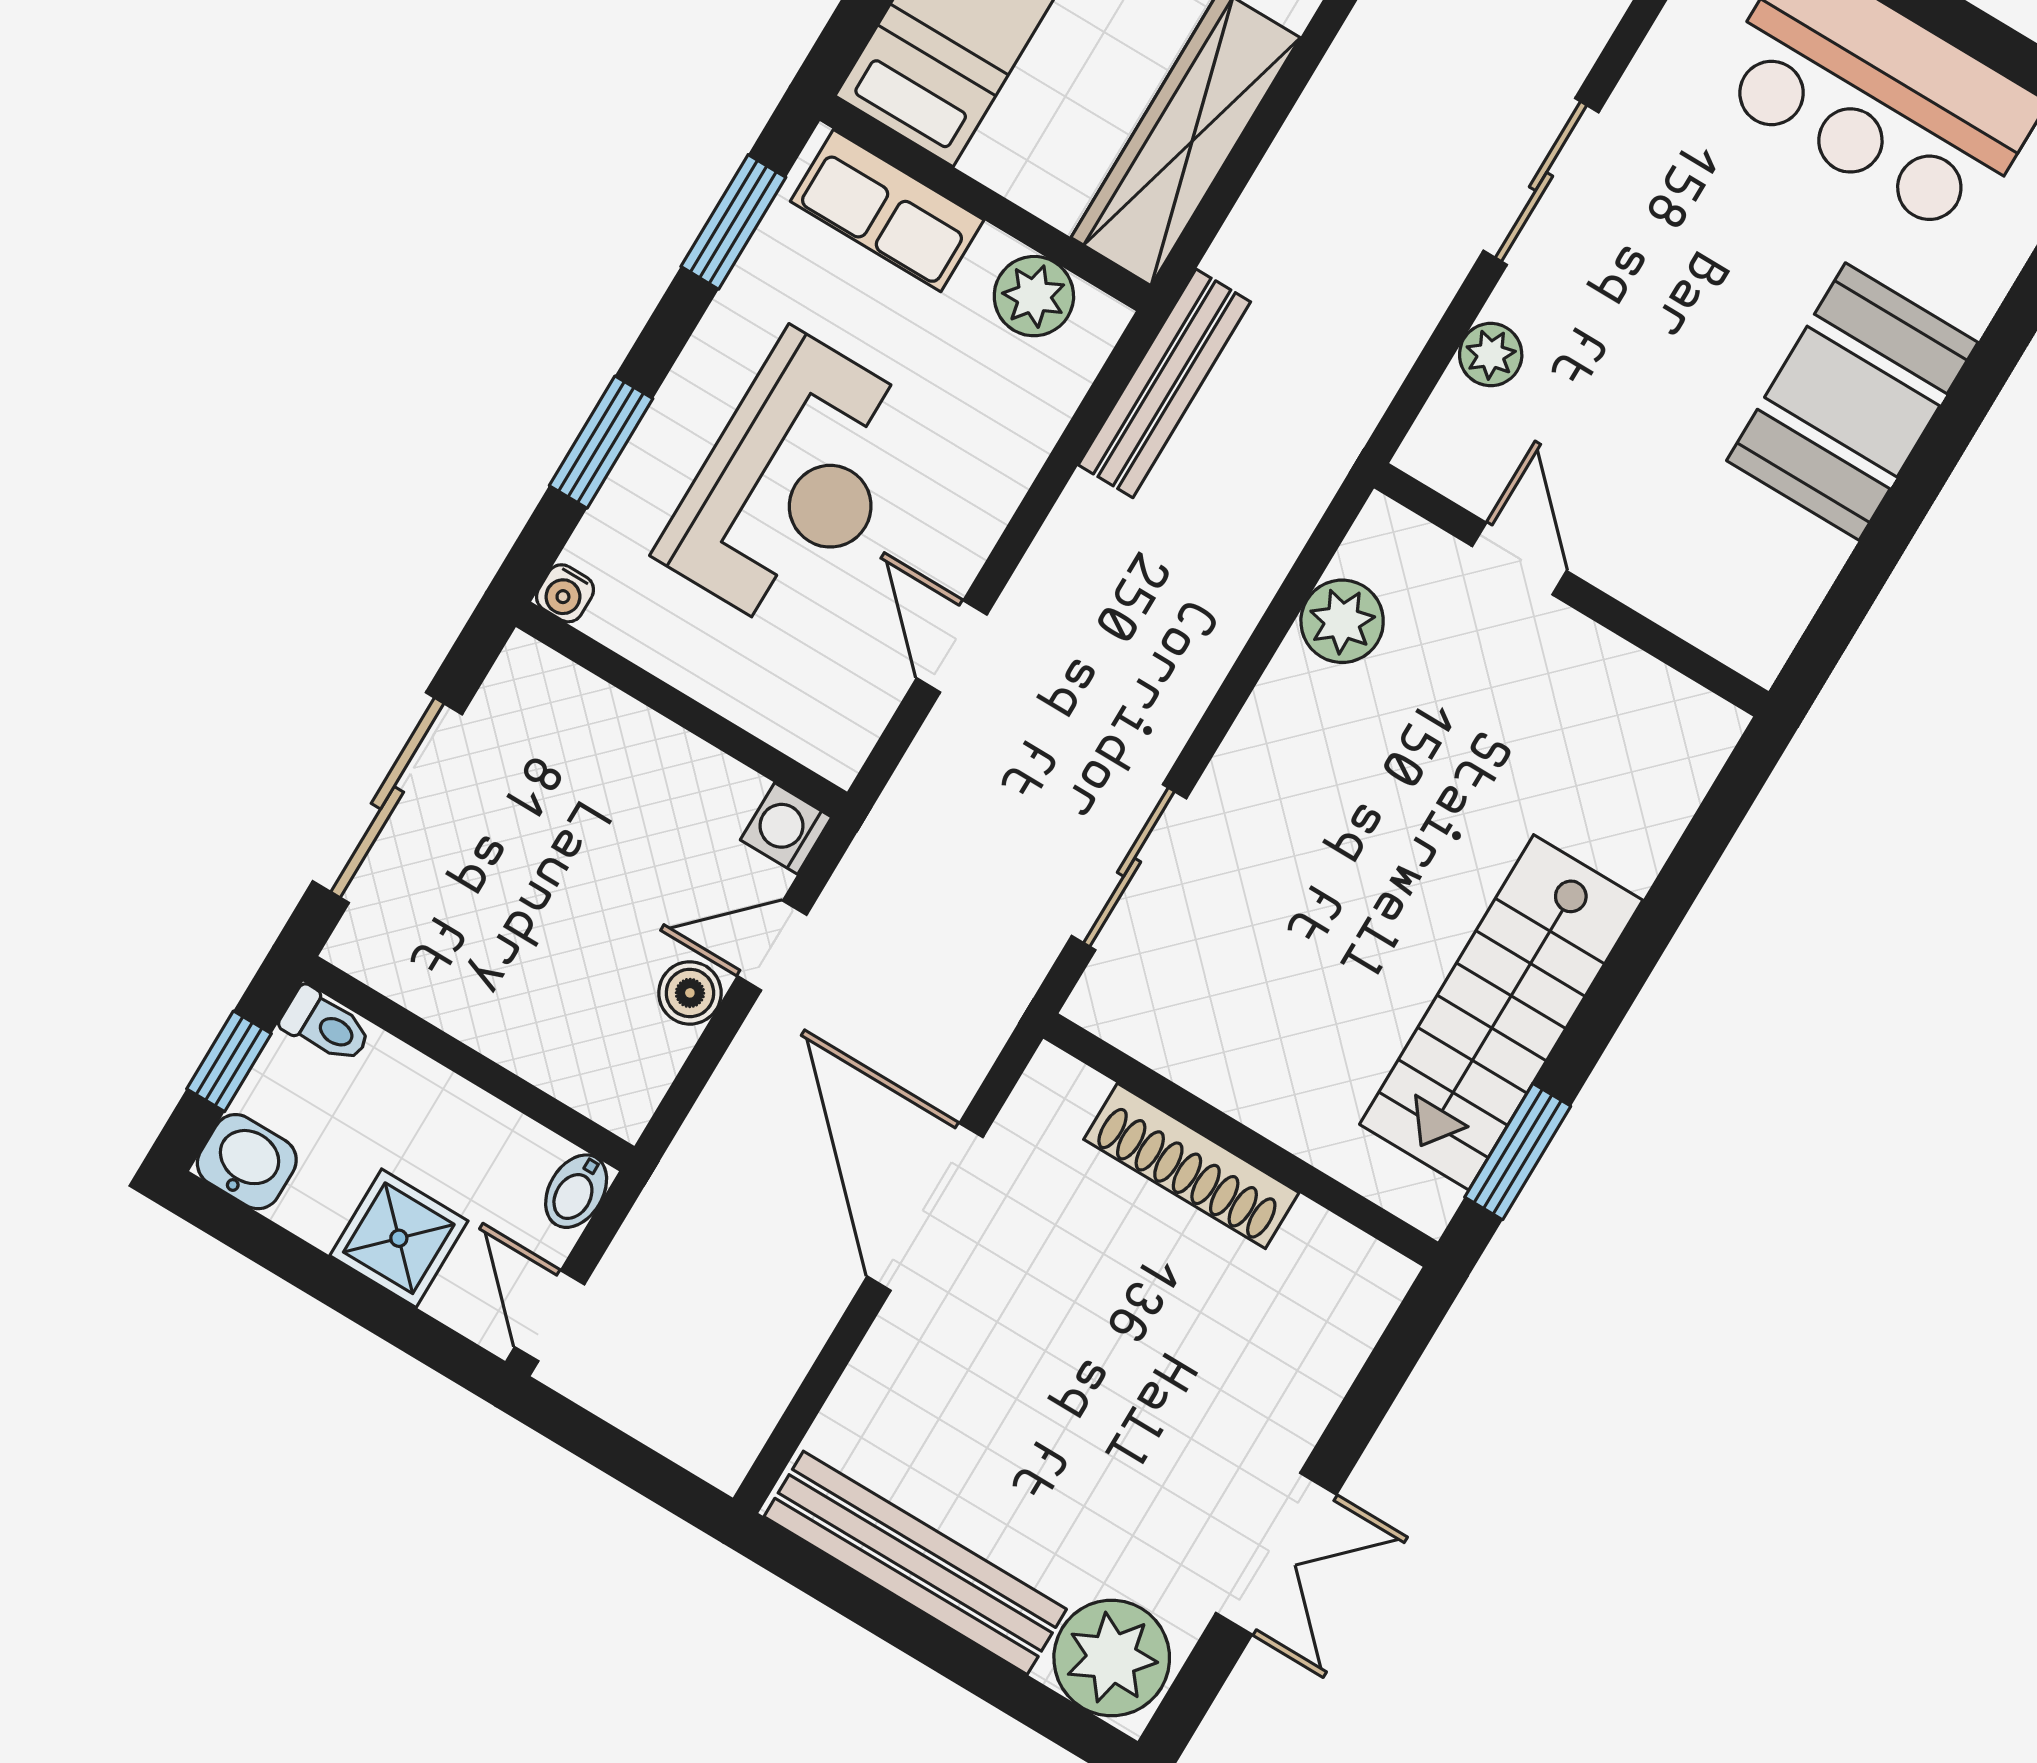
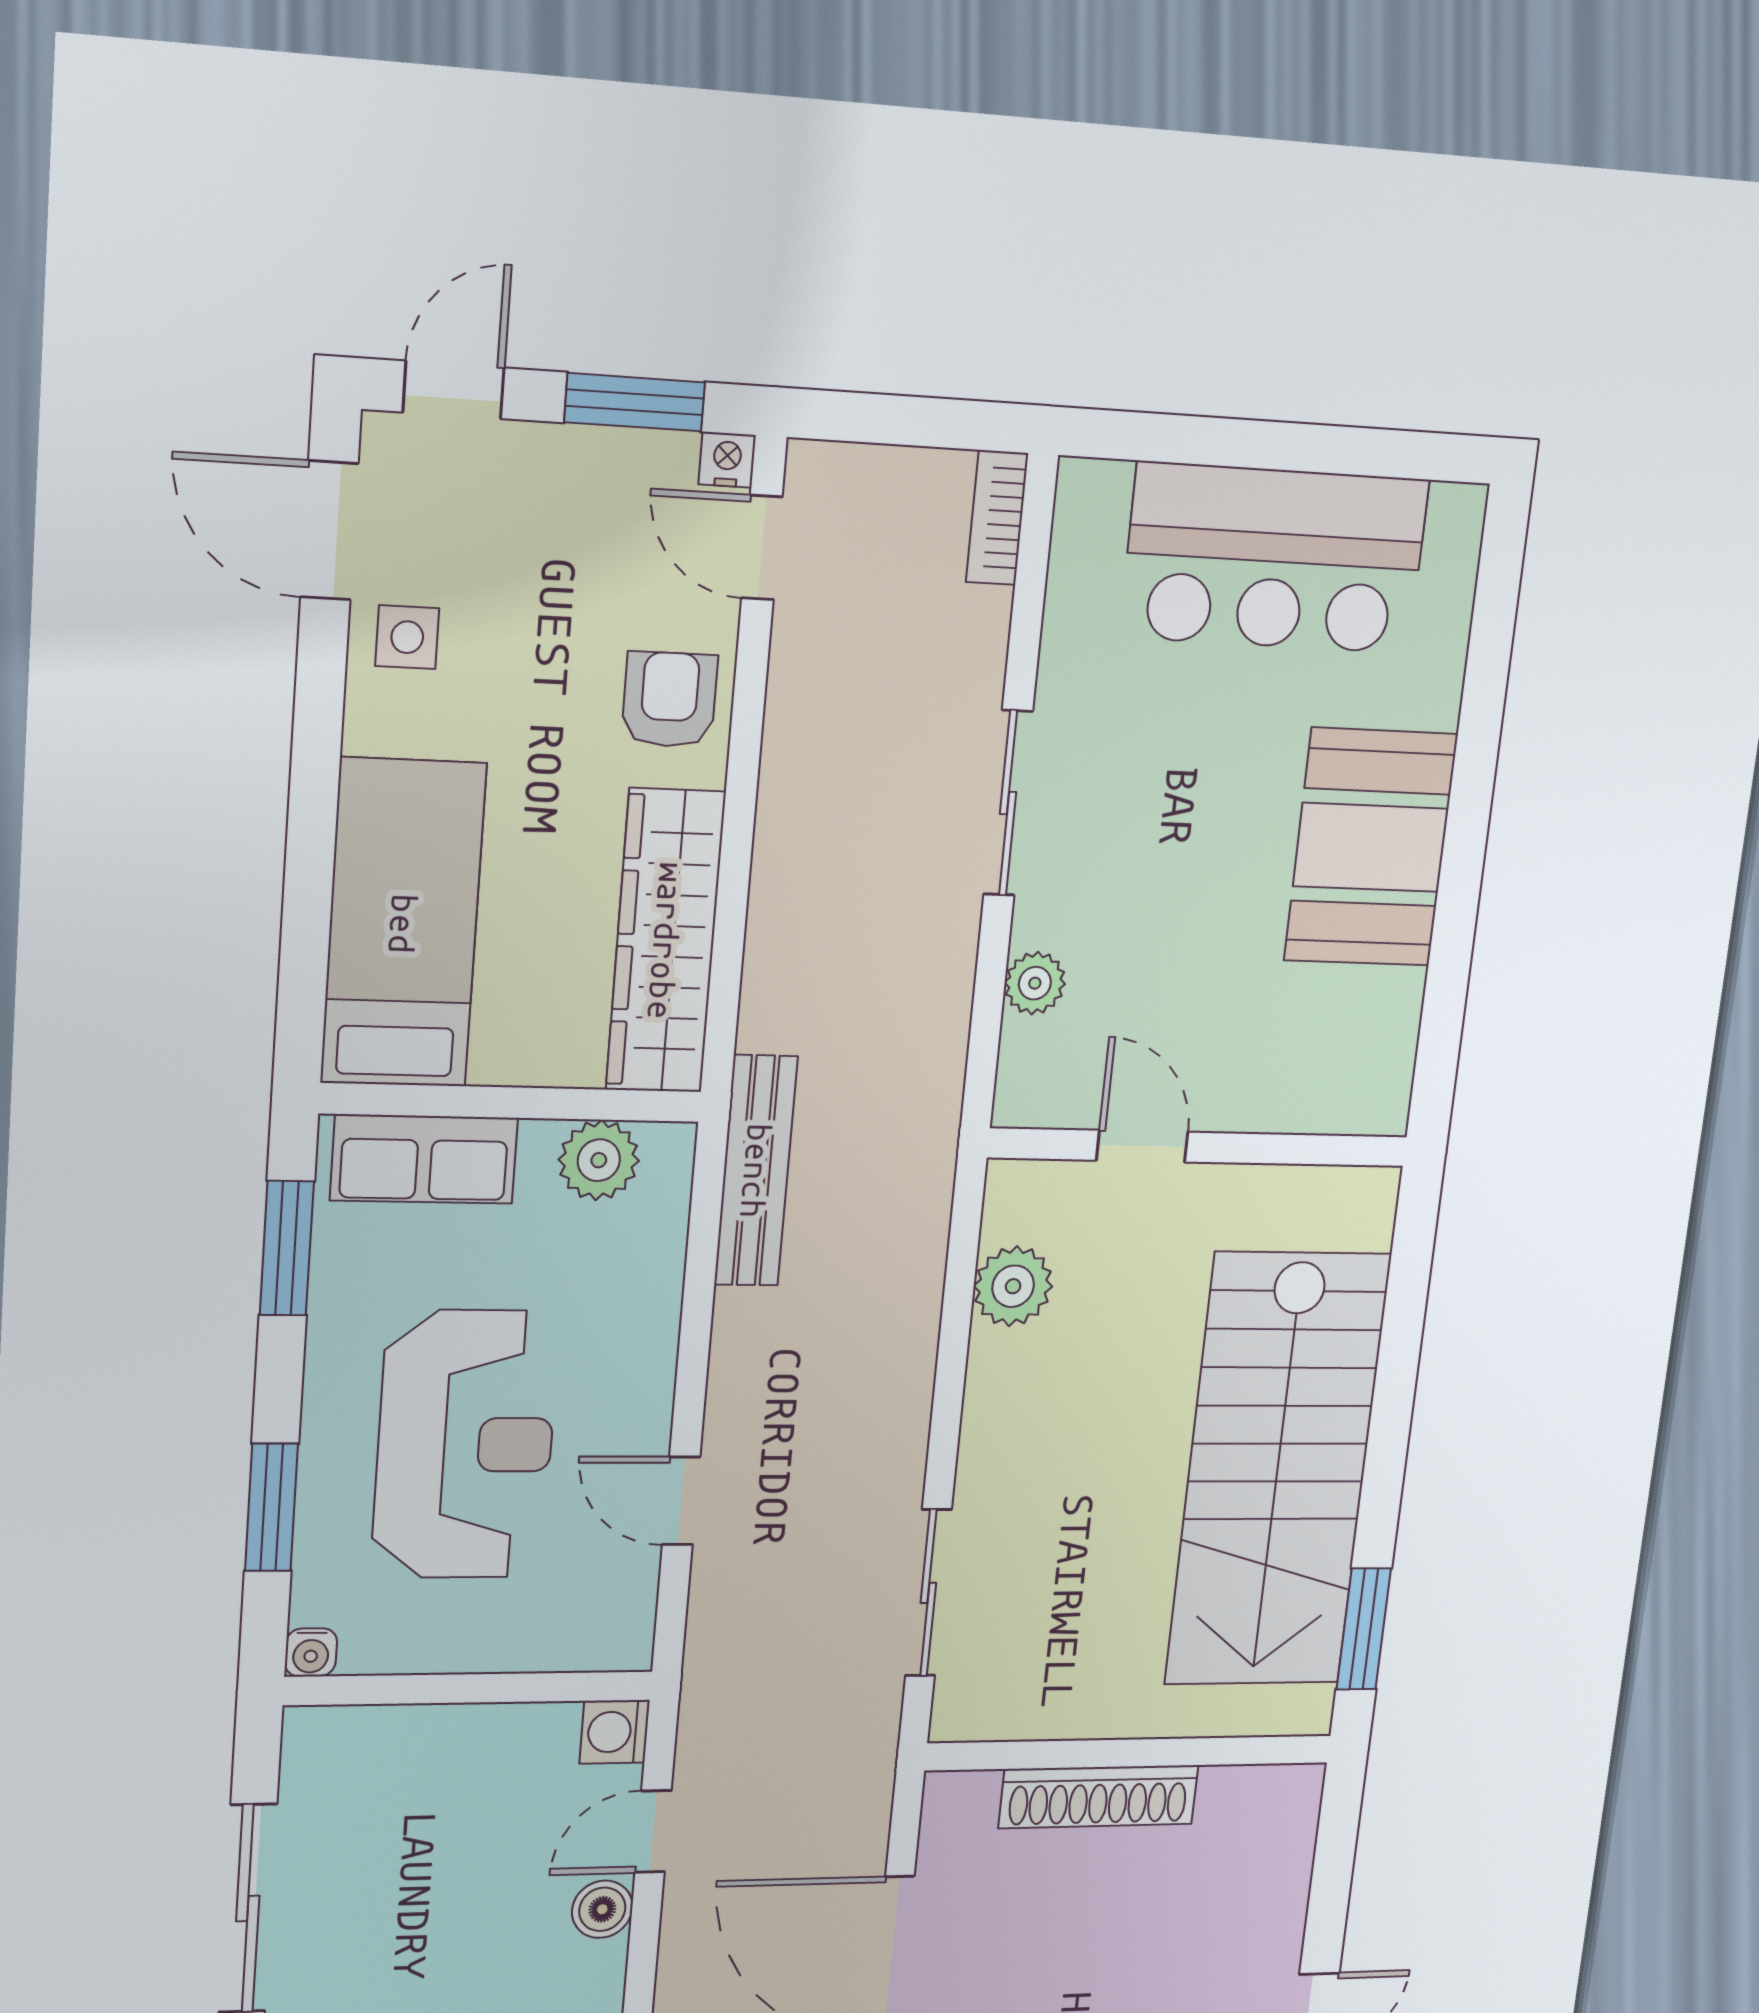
stairs: (1501, 1012) -> (1277, 1471), width x1.36, depth x1.51

